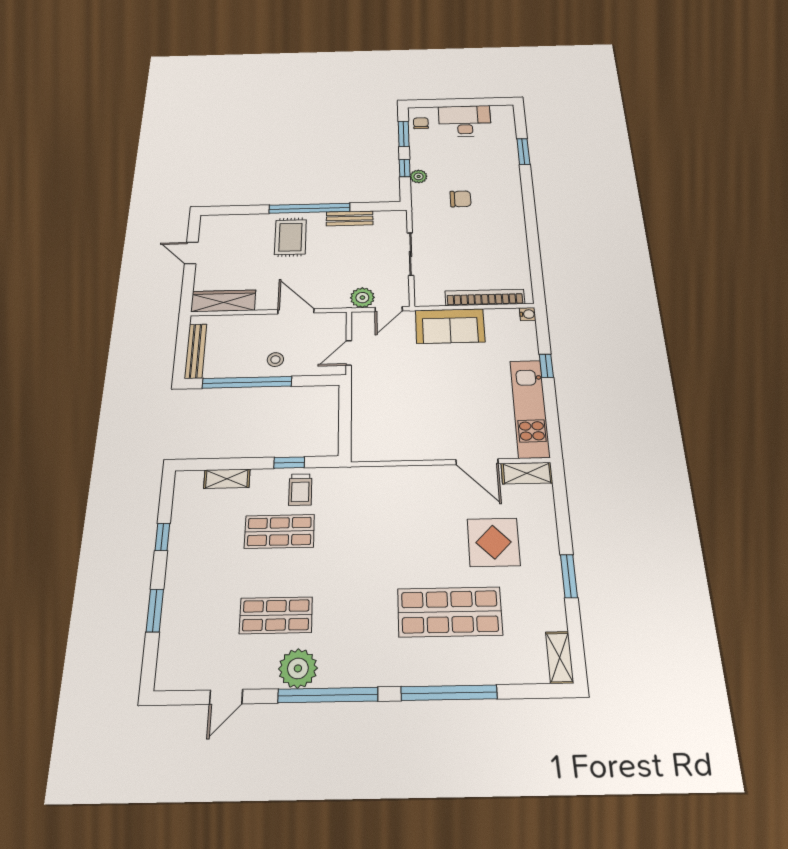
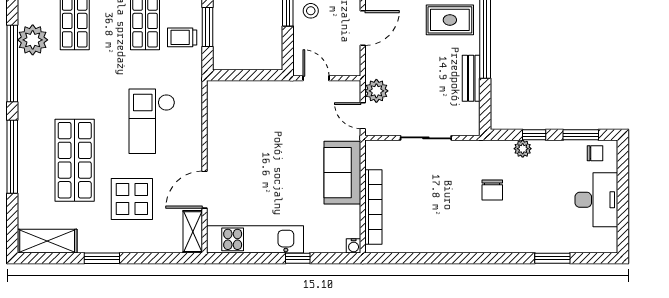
window: (289, 463) -> (208, 27), width x1.50
checkout: (399, 521) -> (152, 121), added
shelving: (560, 657) -> (47, 241), width x1.50, depth x1.33

